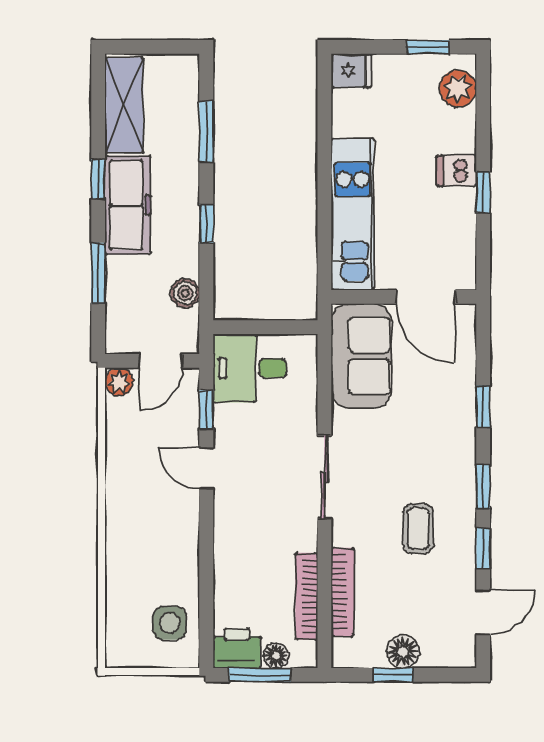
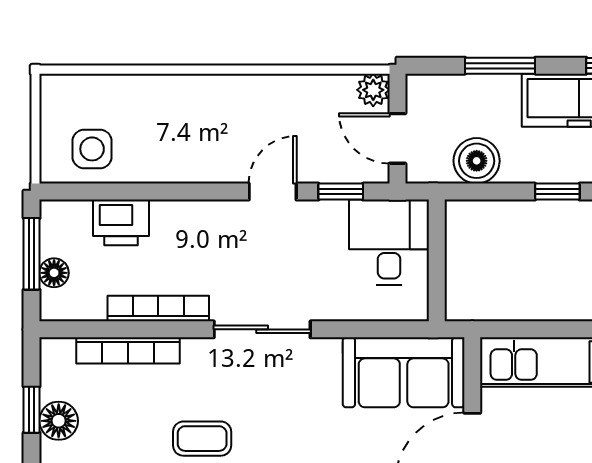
boiler: (185, 293) -> (477, 161), width x1.36, depth x1.36
bookcase: (307, 596) -> (158, 308), moved
printer: (237, 648) -> (121, 222), moved, turned 90

